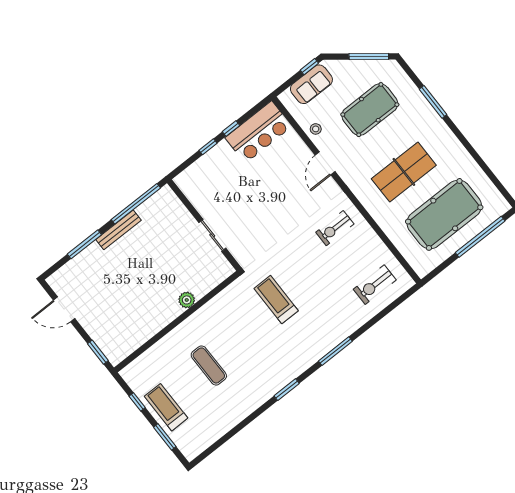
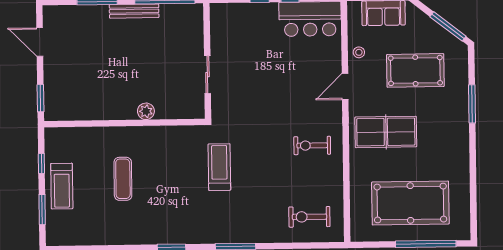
table tennis table: (404, 172) -> (386, 132), moved
treadmill: (166, 407) -> (62, 186), turned 180

